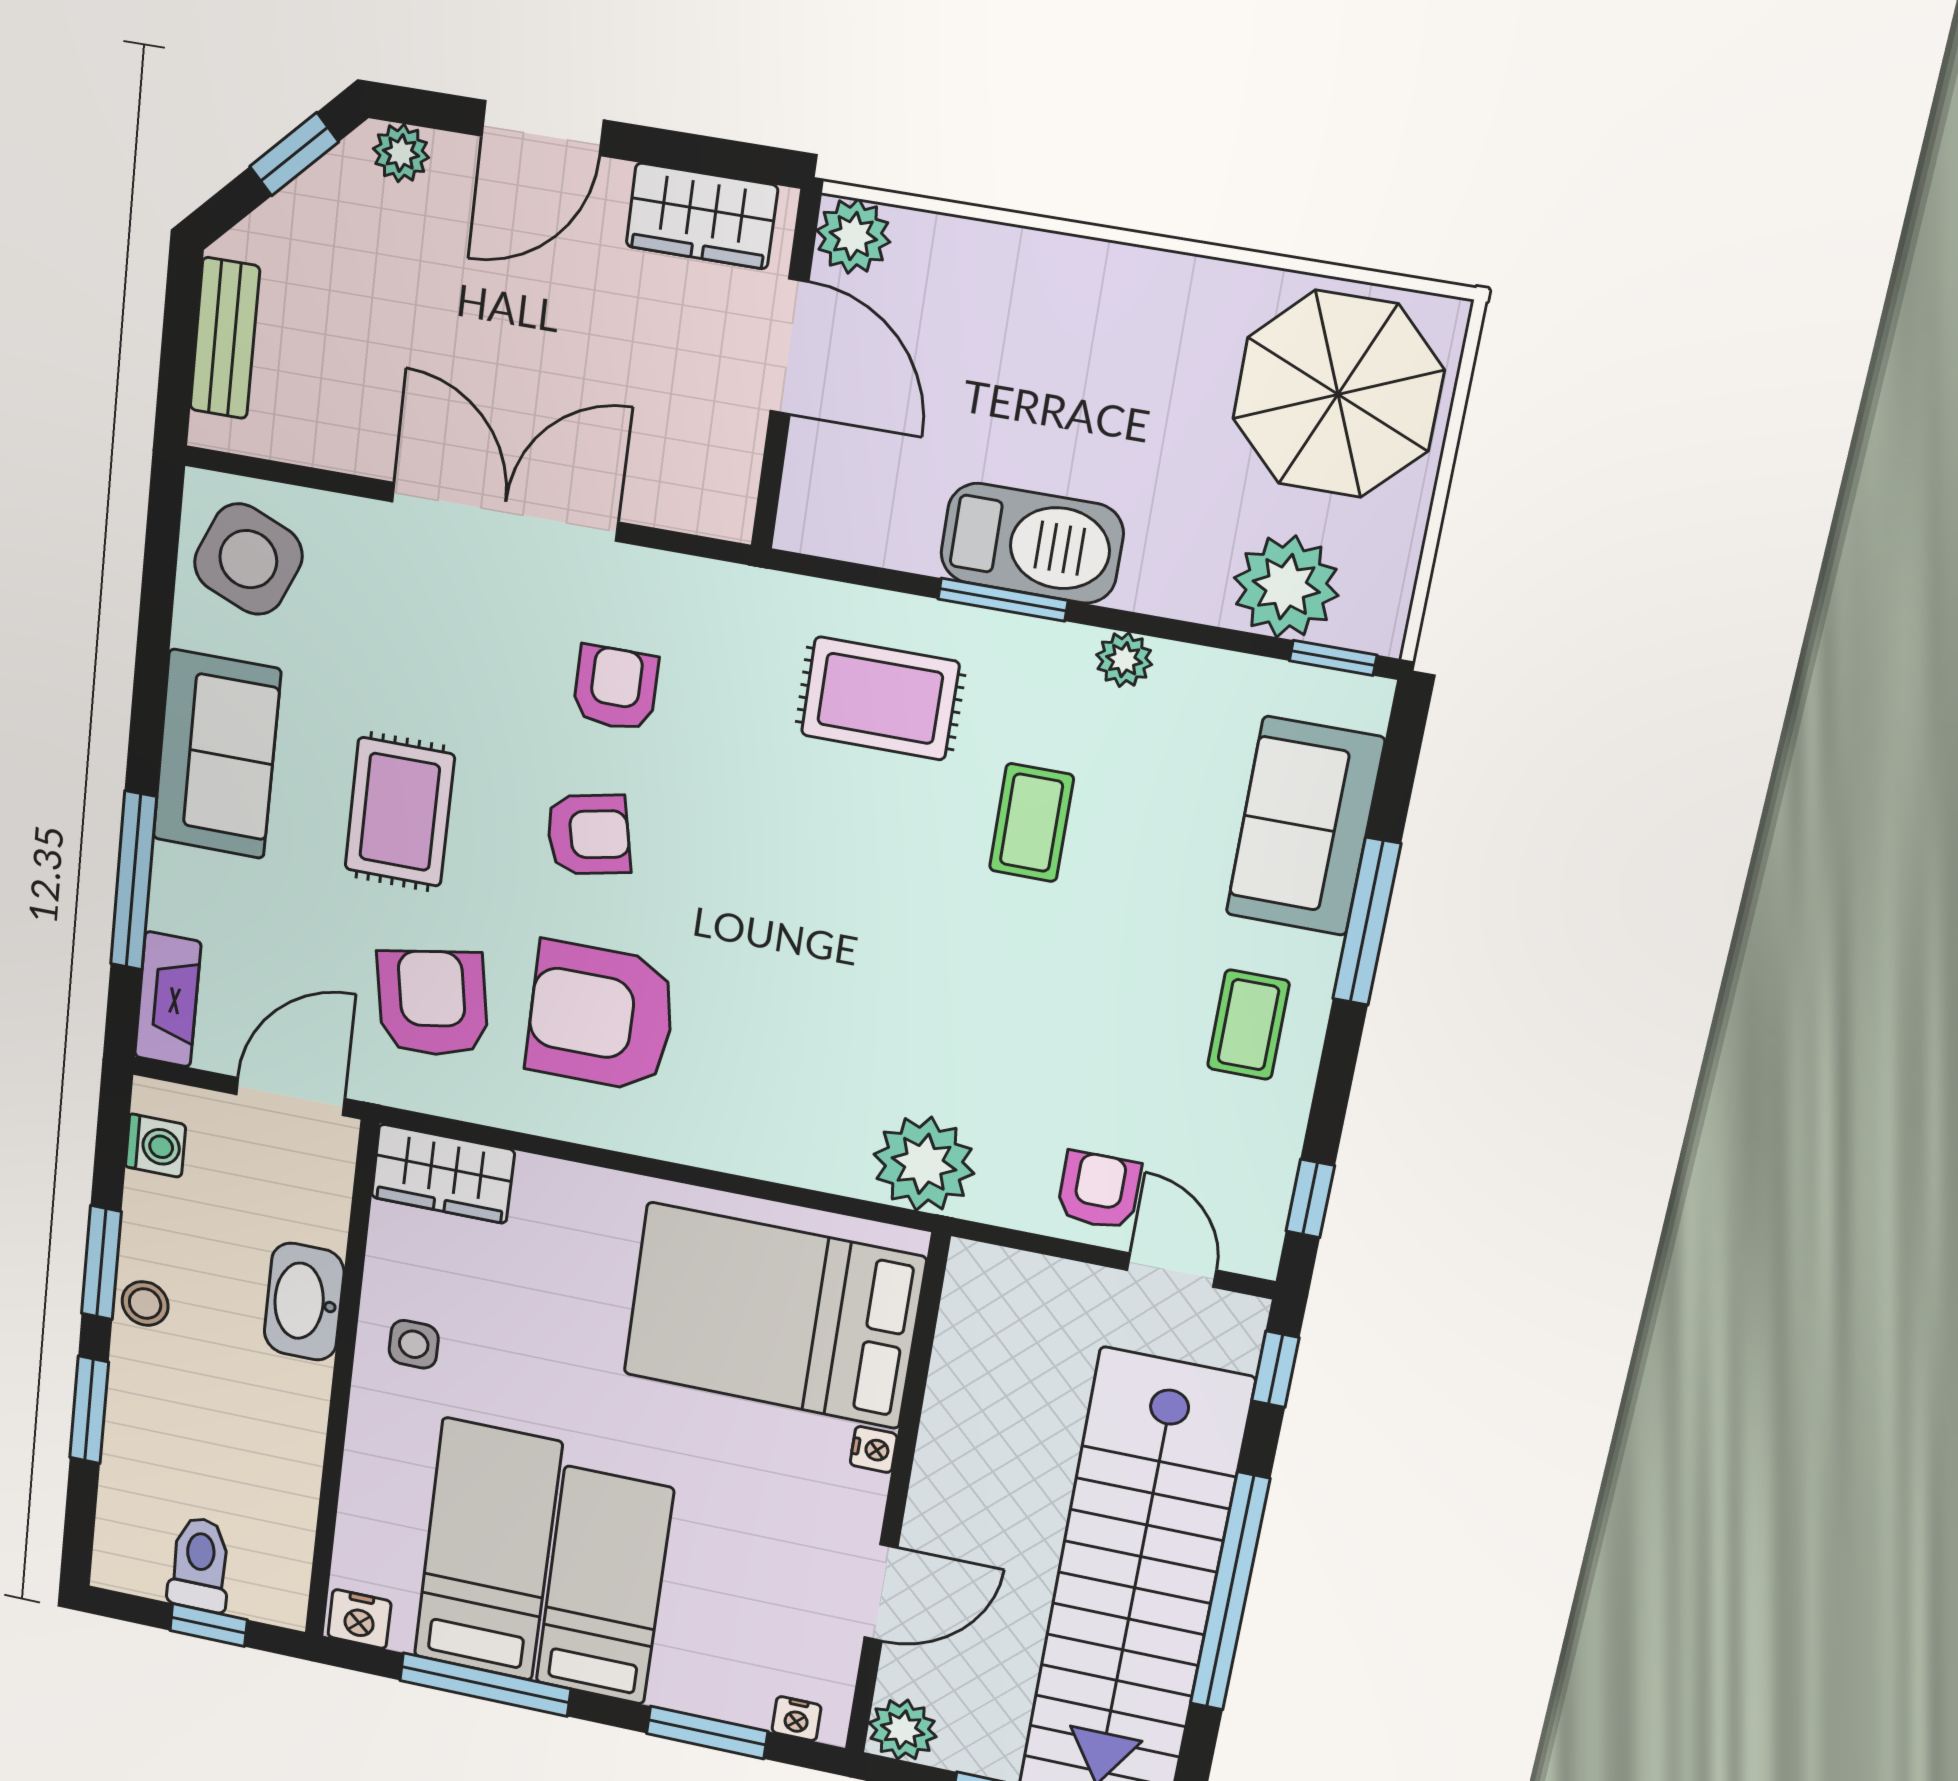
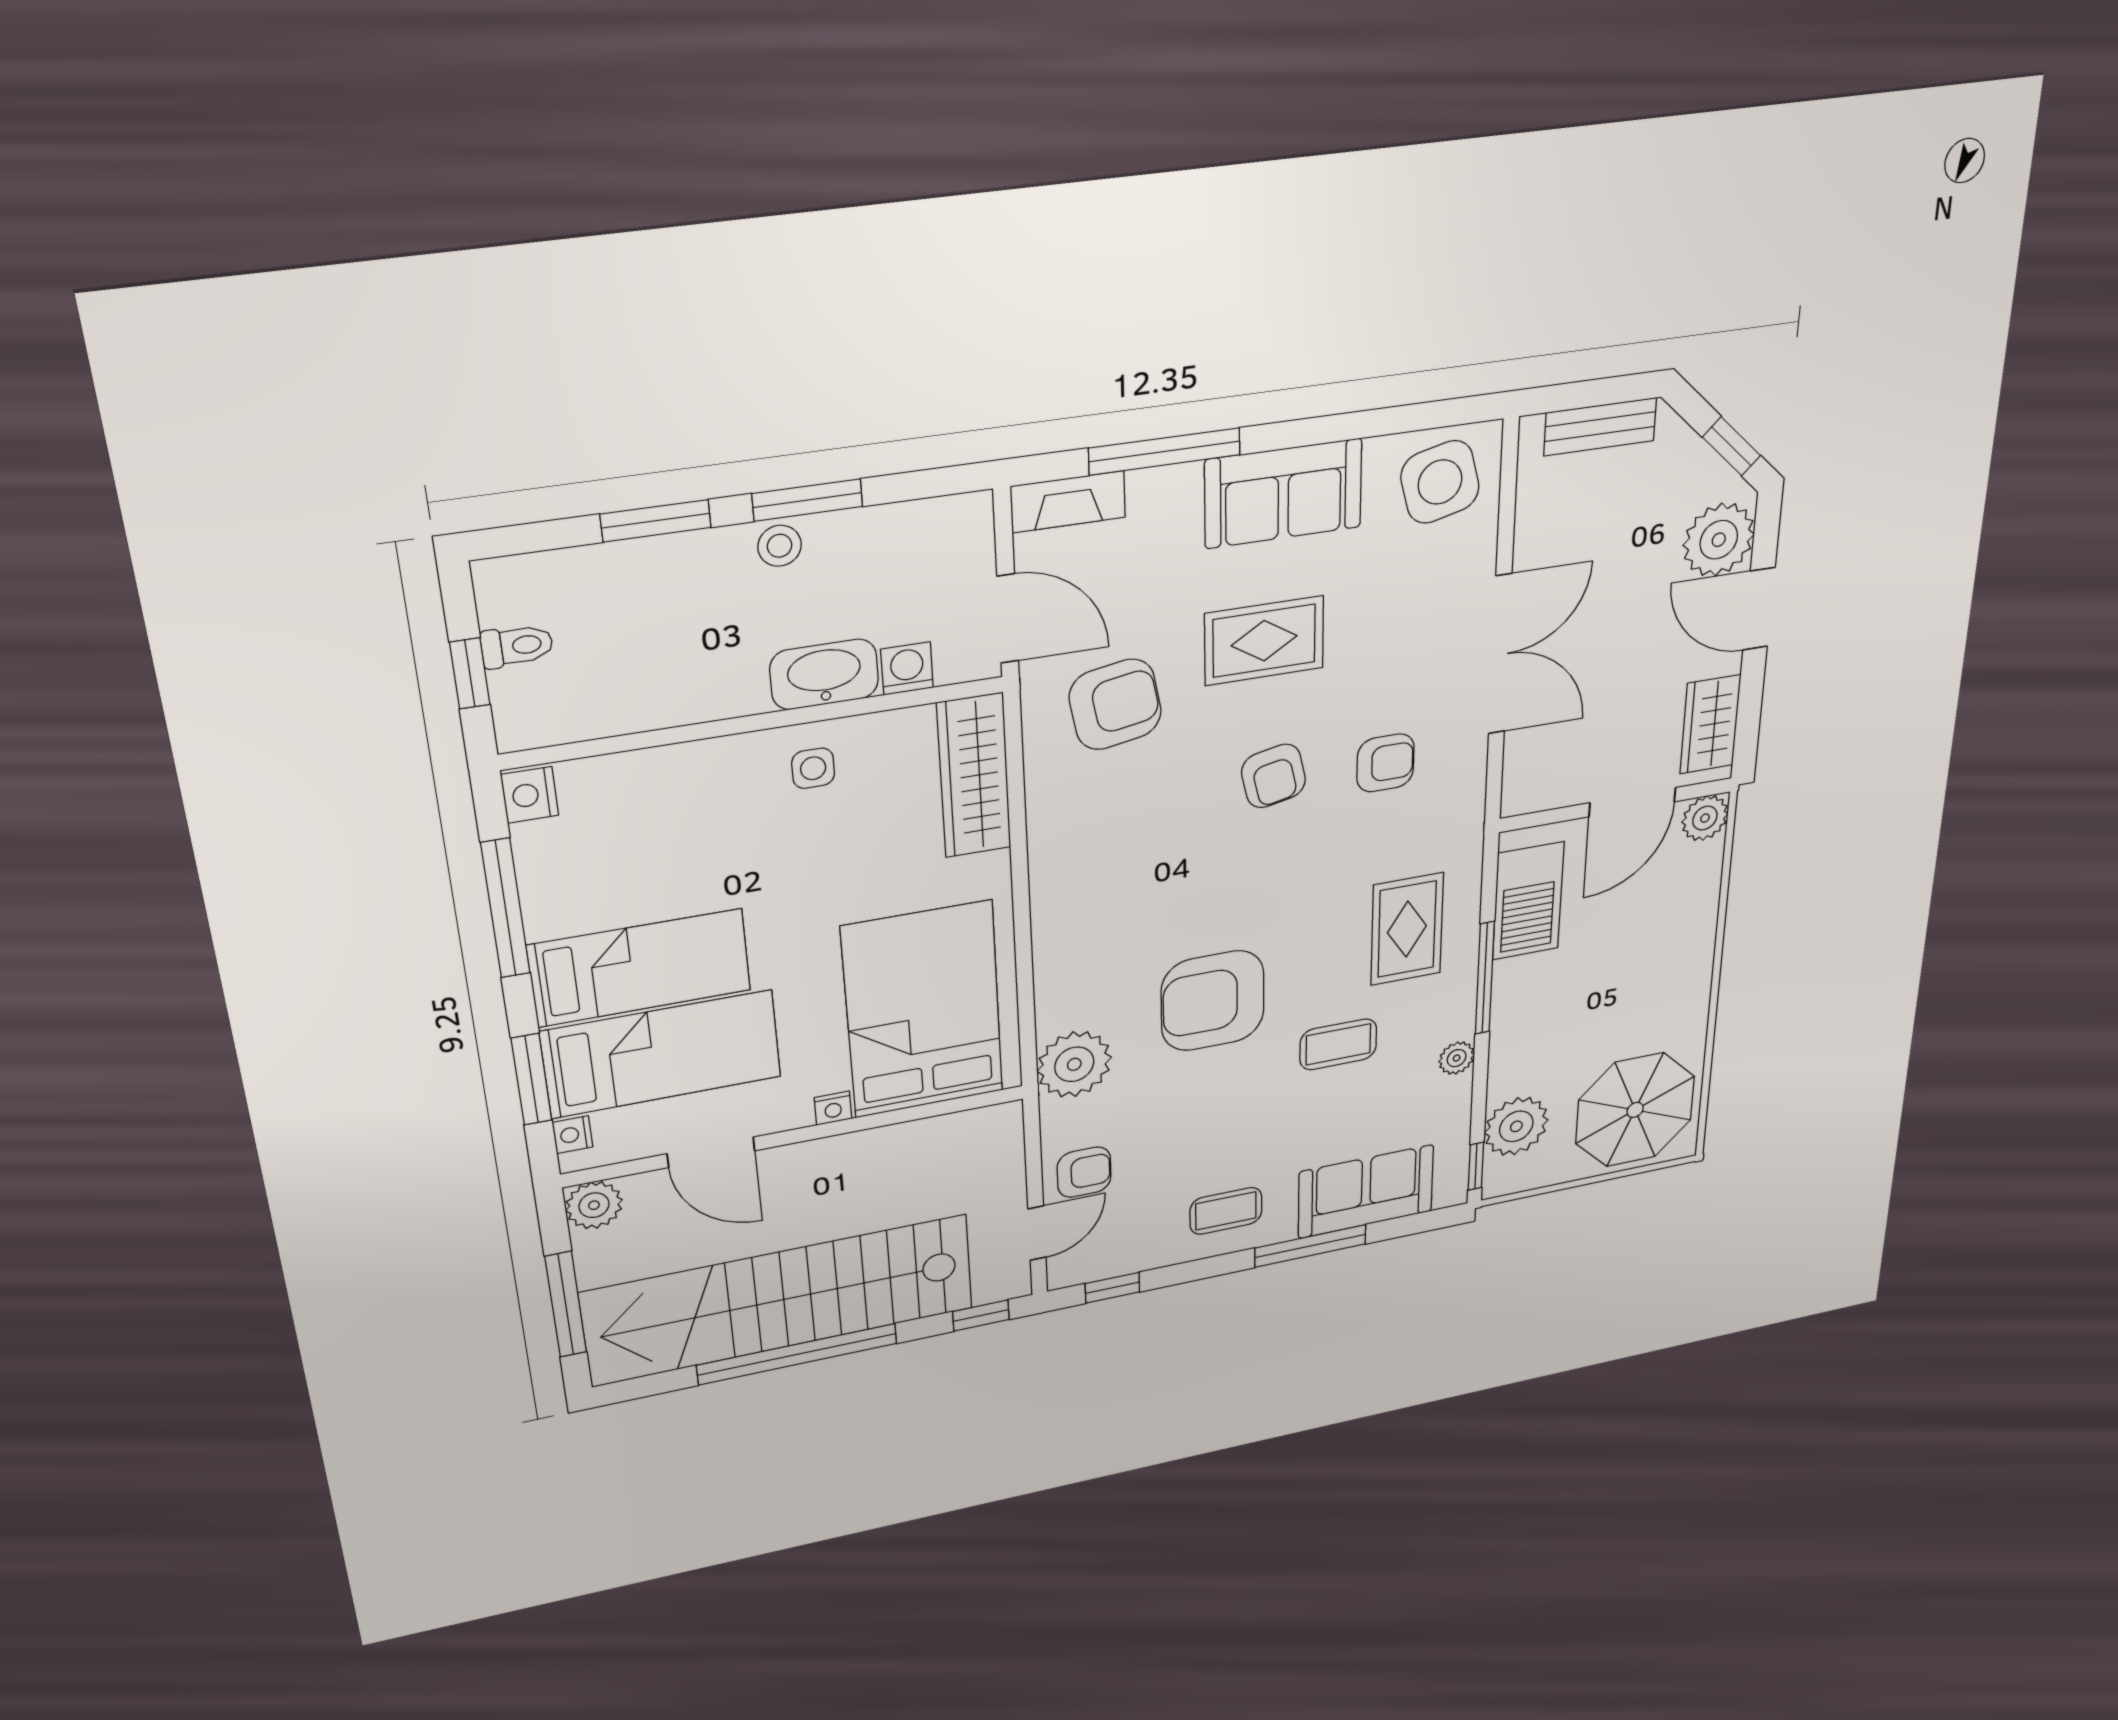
plant: (401, 153) -> (1719, 540), width x1.88, depth x1.88
barbecue: (1032, 543) -> (1528, 901), moved
side table: (248, 559) -> (1440, 482), turned -37
window: (1003, 600) -> (1485, 978), width x1.44
armchair: (601, 1017) -> (1213, 1001), moved, turned -90
washing machine: (156, 1146) -> (907, 669), moved, turned 180
wardrobe: (443, 1174) -> (974, 776), width x1.50
bed: (488, 1550) -> (662, 1054), moved
toilet: (200, 1564) -> (517, 646), width x0.73, depth x0.72

